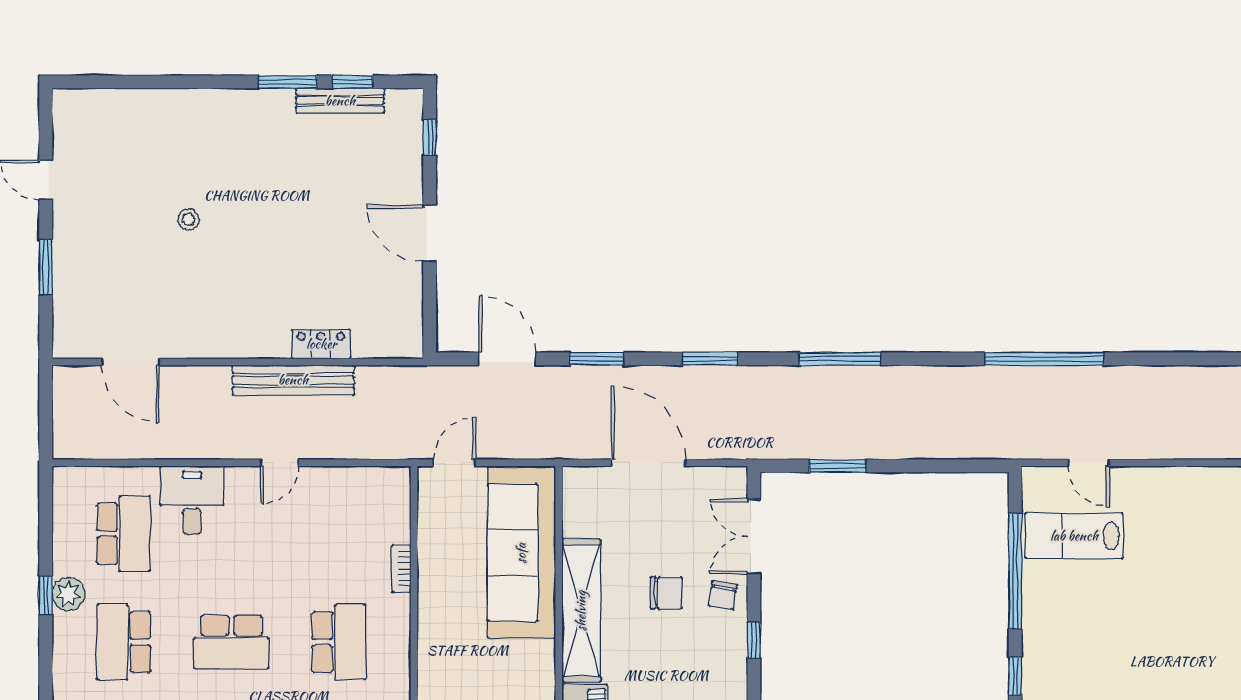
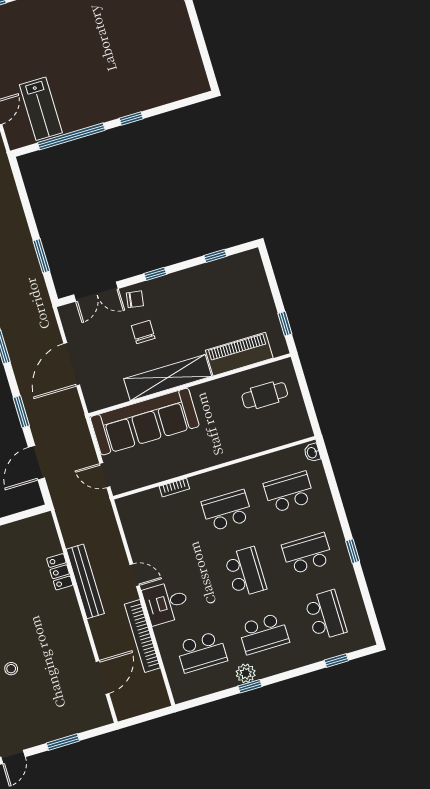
bookcase: (178, 446) -> (142, 636), added
desk: (192, 500) -> (166, 603), moved
school desk: (124, 534) -> (202, 652), turned 180

